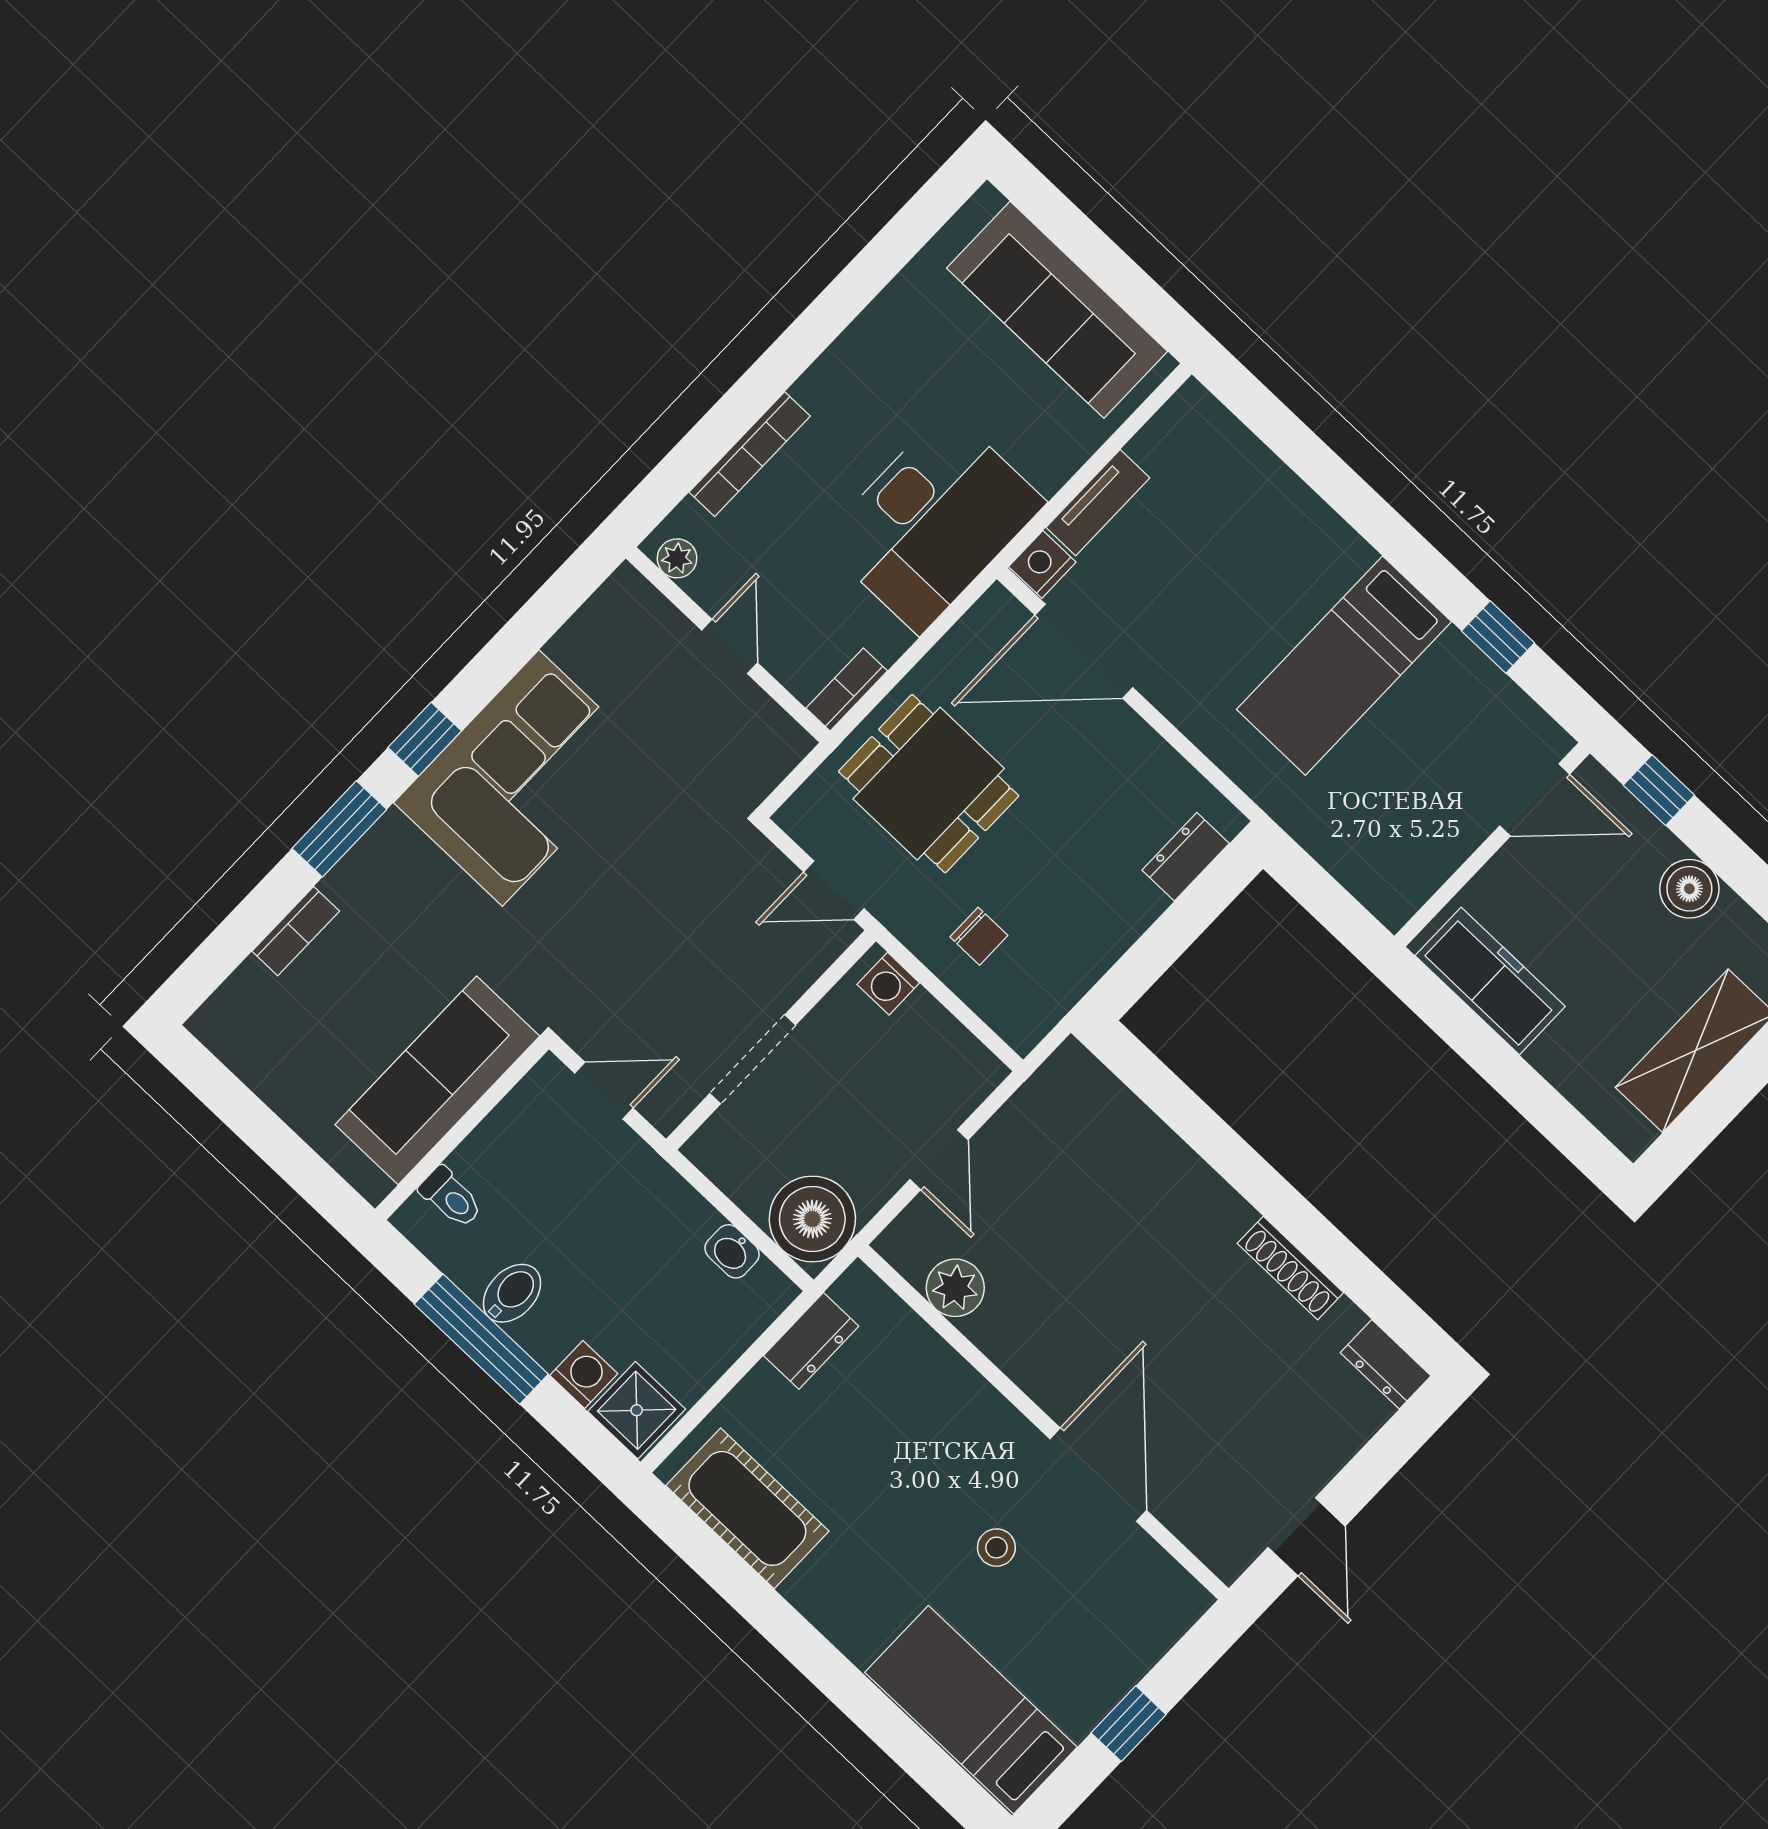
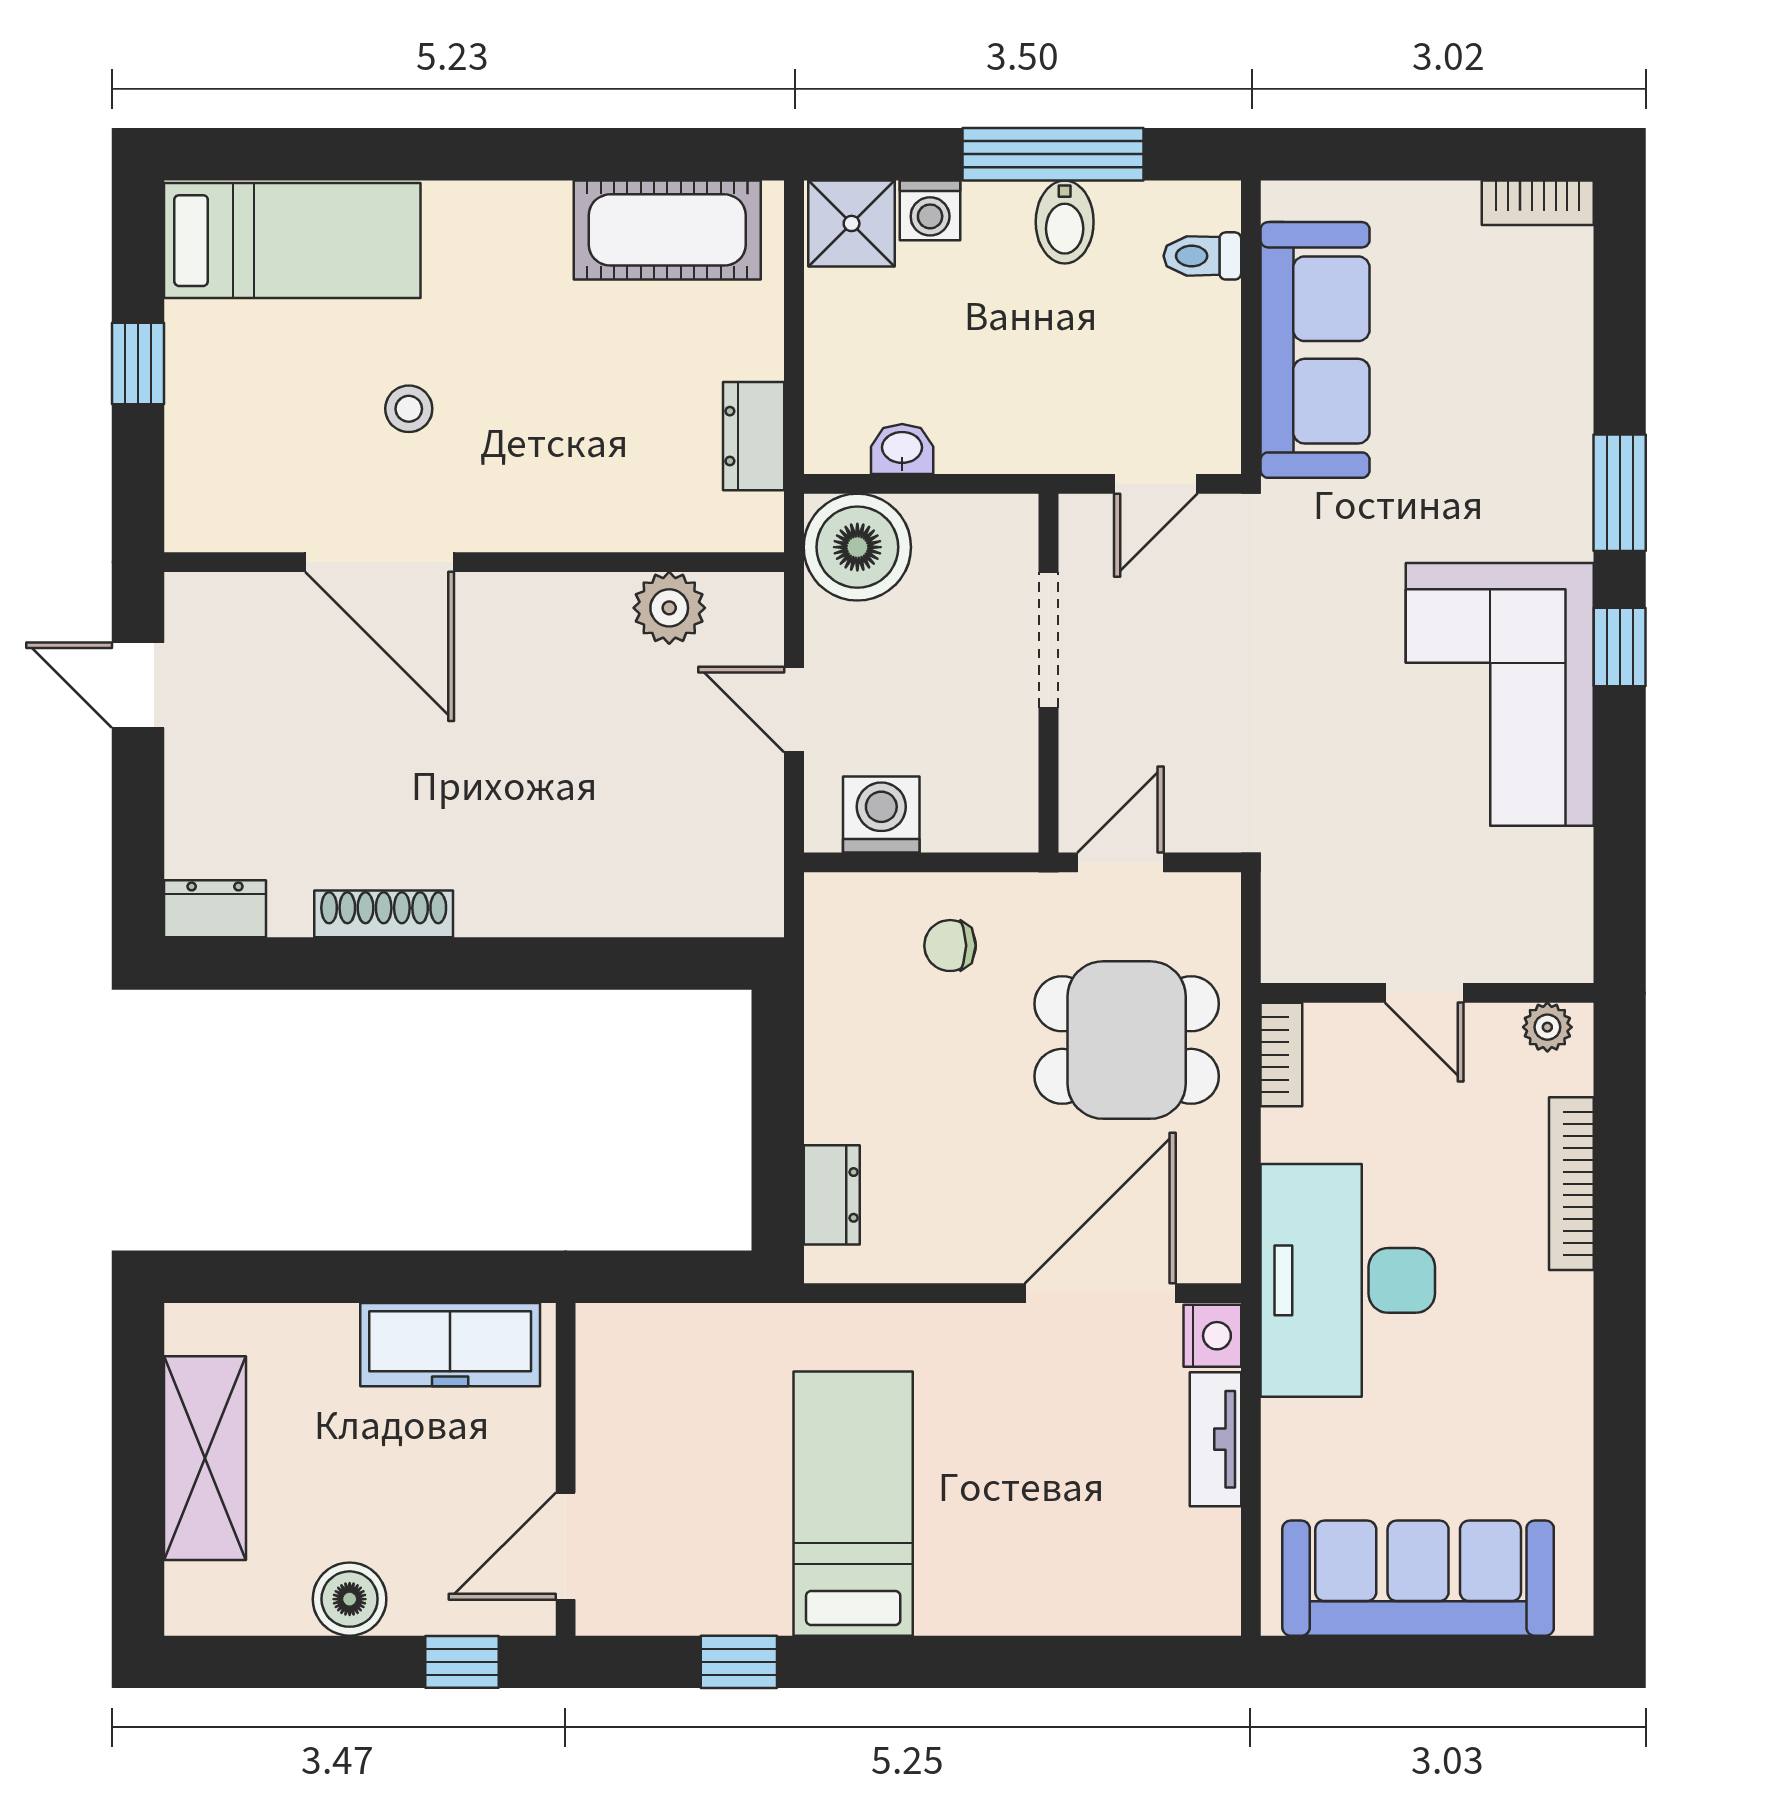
bookcase: (296, 931) -> (1538, 203), moved, turned -90
washing machine: (888, 984) -> (881, 814), moved, width x1.38, depth x1.38

